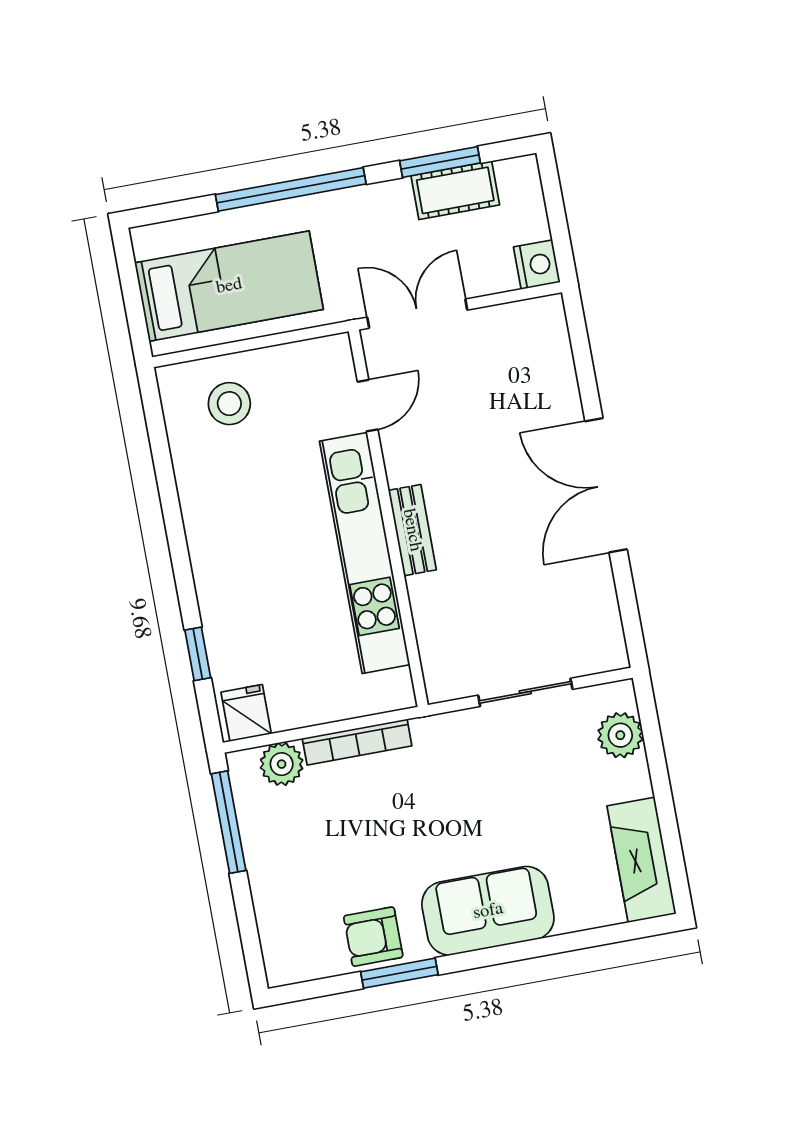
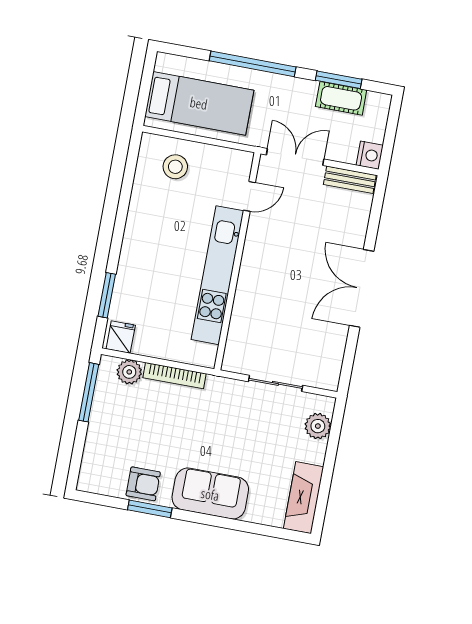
bench: (412, 530) -> (350, 180), moved, turned 90
window: (198, 654) -> (107, 295), width x1.50
armchair: (373, 937) -> (143, 484), turned 180

